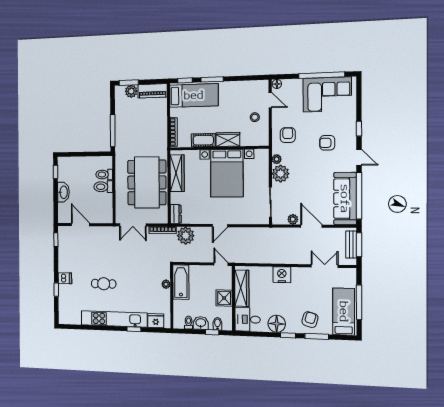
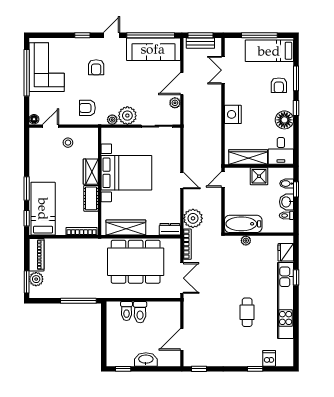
dishwasher: (65, 278) -> (269, 358), moved
armchair: (310, 320) -> (279, 85), turned -106

